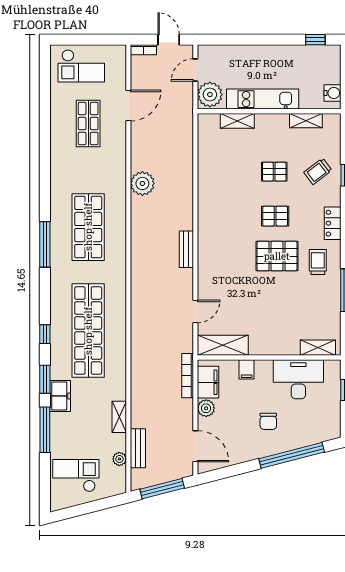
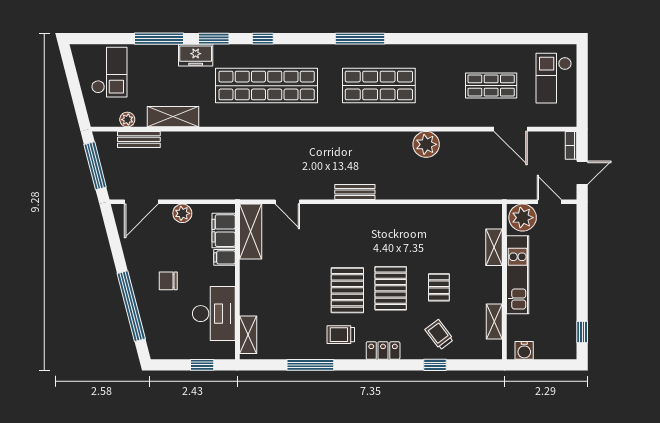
pallet: (275, 216) -> (391, 288), width x1.50, depth x1.42
trolley: (318, 262) -> (341, 335), turned 180
bookcase: (188, 376) -> (218, 193), removed
filing cabinet: (208, 382) -> (224, 231), moved, turned 90
shelving: (119, 417) -> (173, 117), width x1.50, depth x1.33

